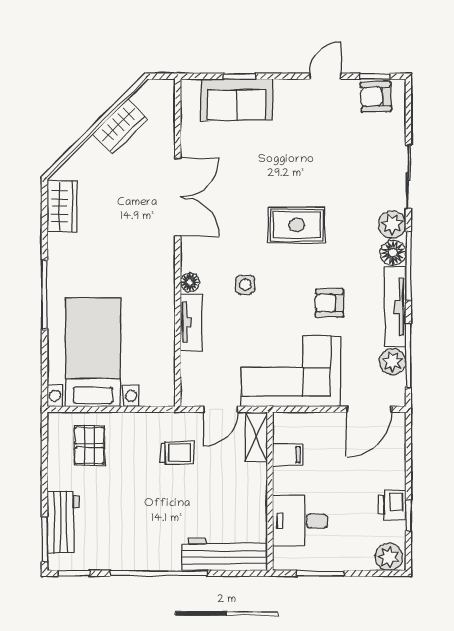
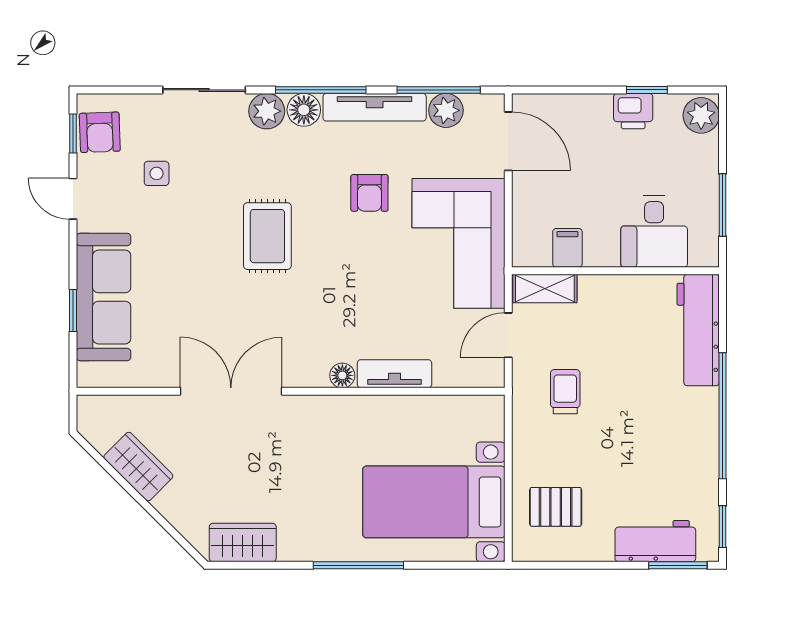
sofa: (237, 100) -> (104, 297), width x1.36
side table: (245, 285) -> (157, 173), moved
door: (221, 409) -> (508, 335), swing flipped

